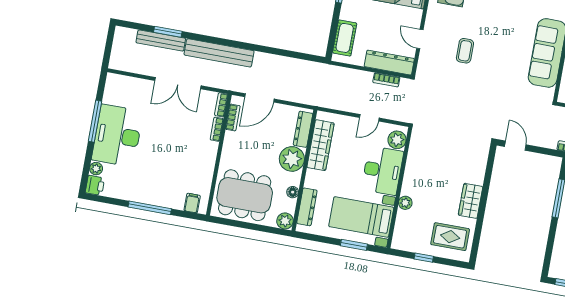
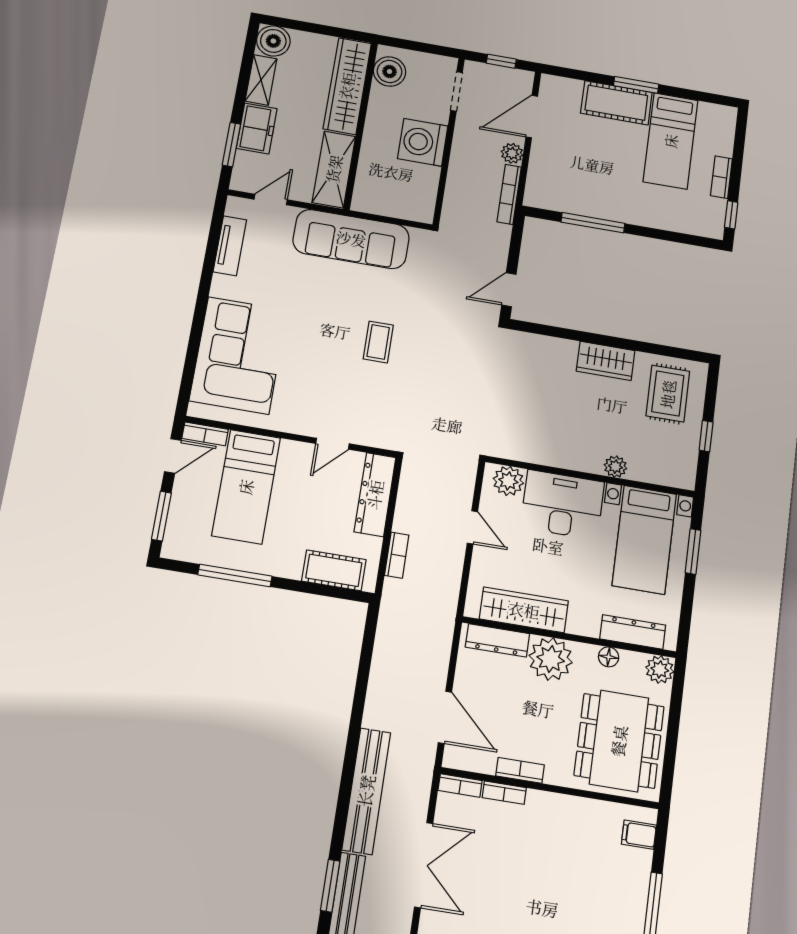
coffee table: (465, 51) -> (378, 342), moved, turned 90
bookcase: (386, 80) -> (397, 555), moved
bookcase: (233, 117) -> (520, 770), moved

